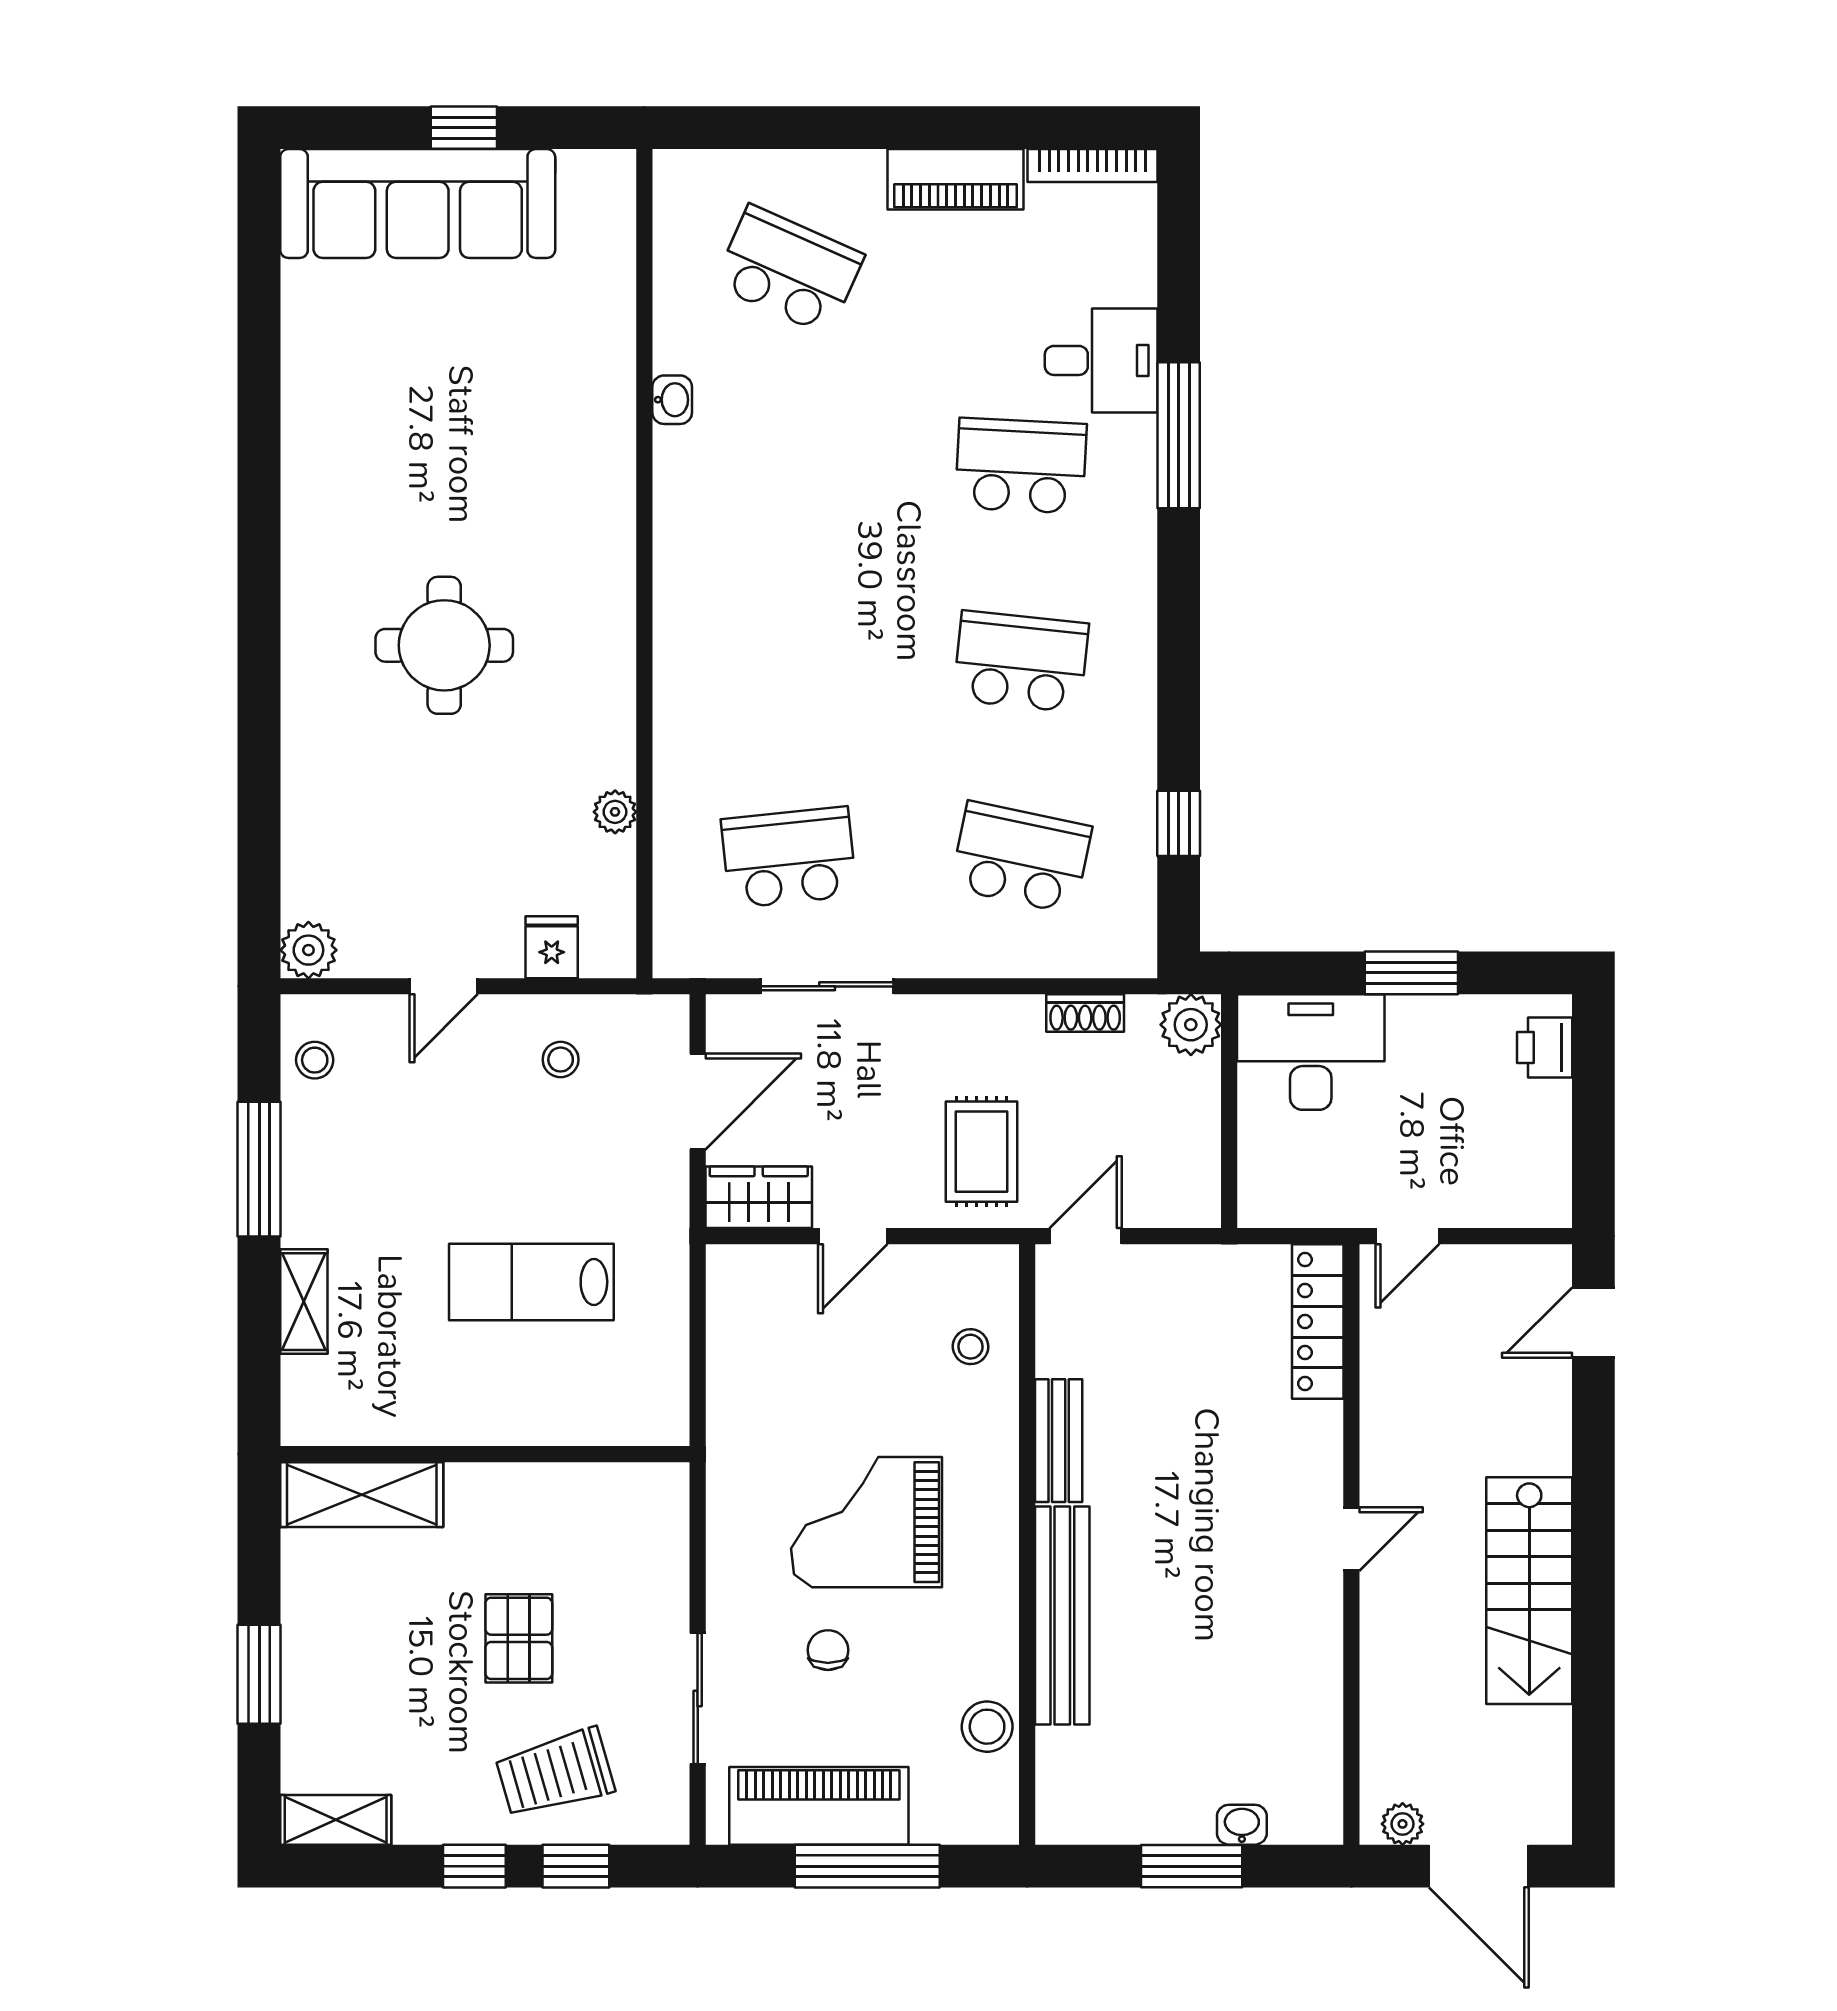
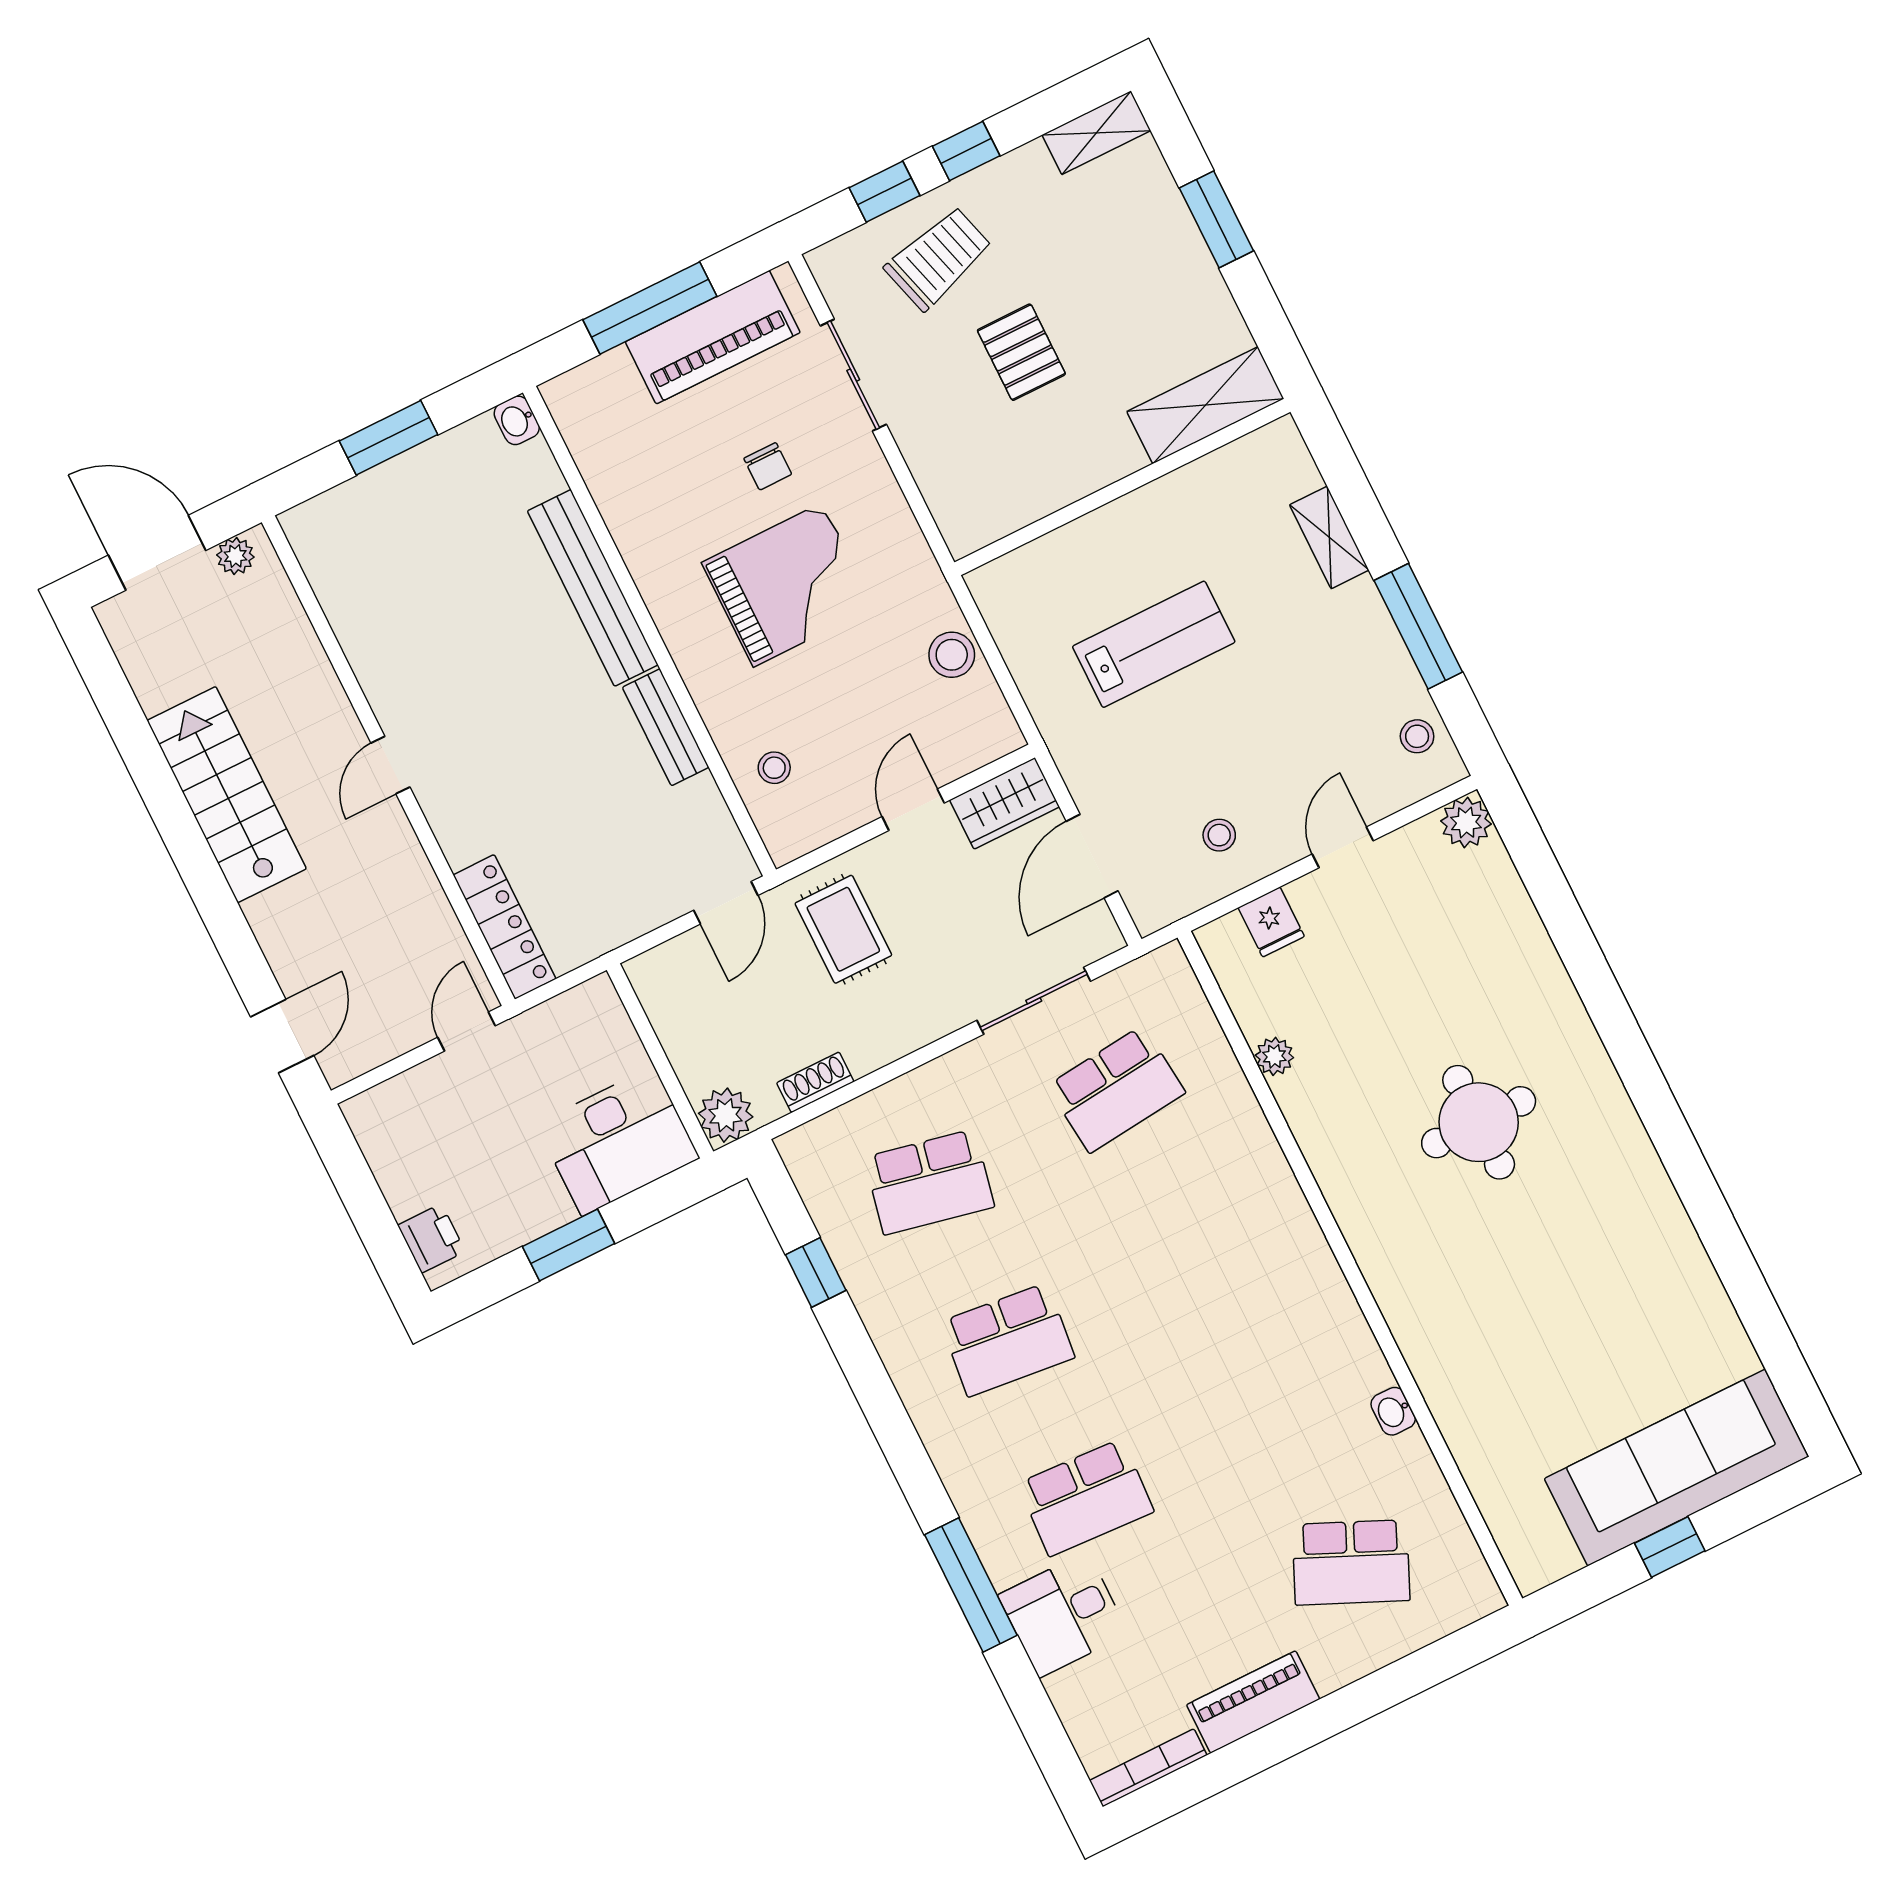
stool: (987, 1727) -> (952, 655), moved
washbasin: (1242, 1825) -> (517, 420), moved, turned 90

